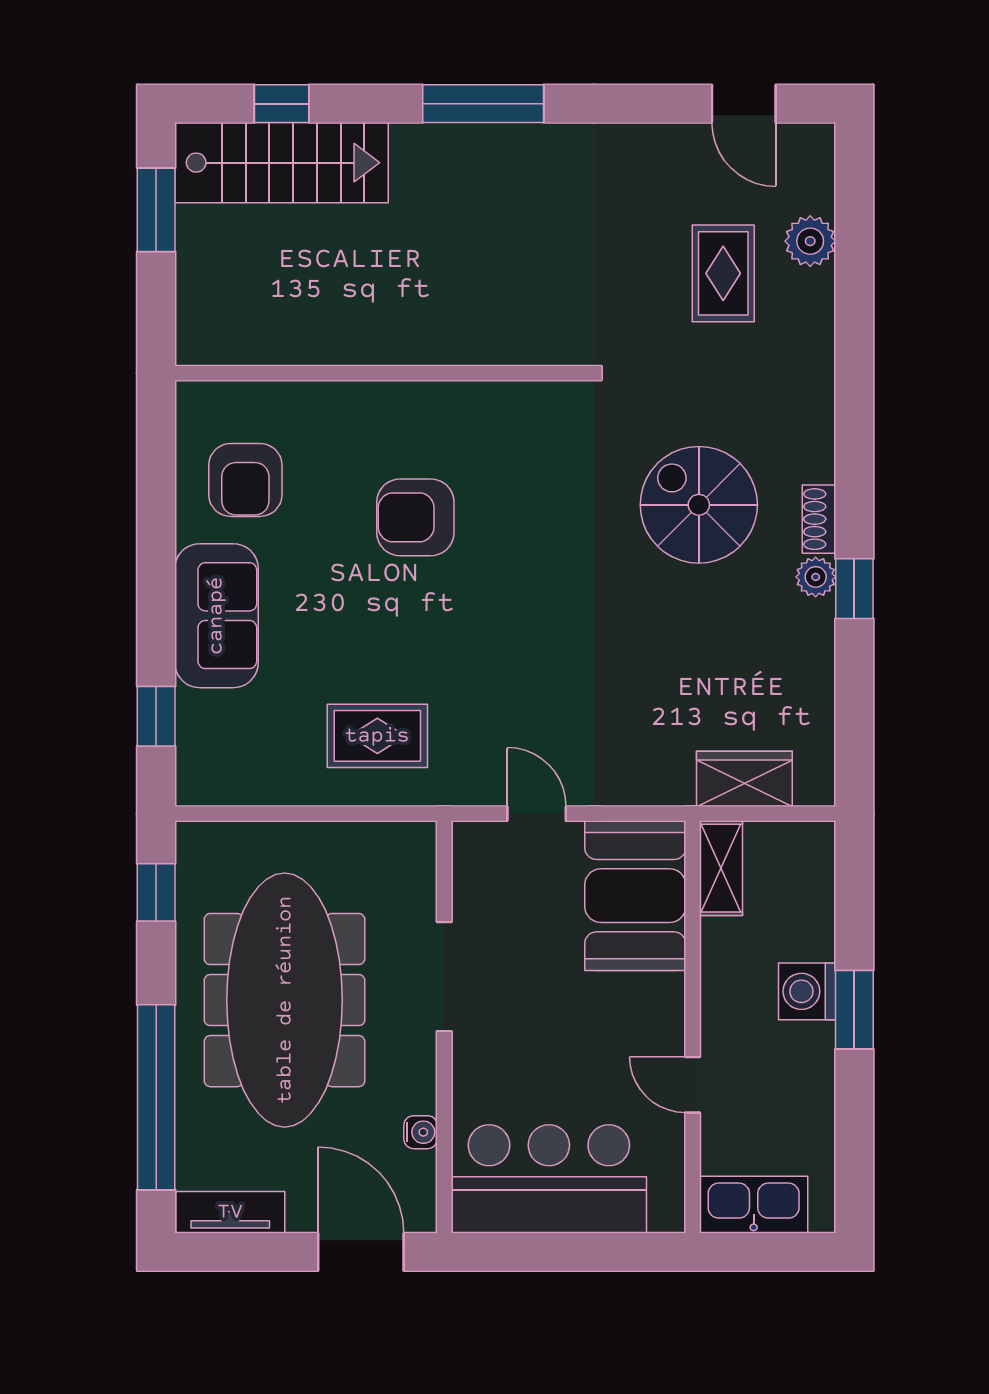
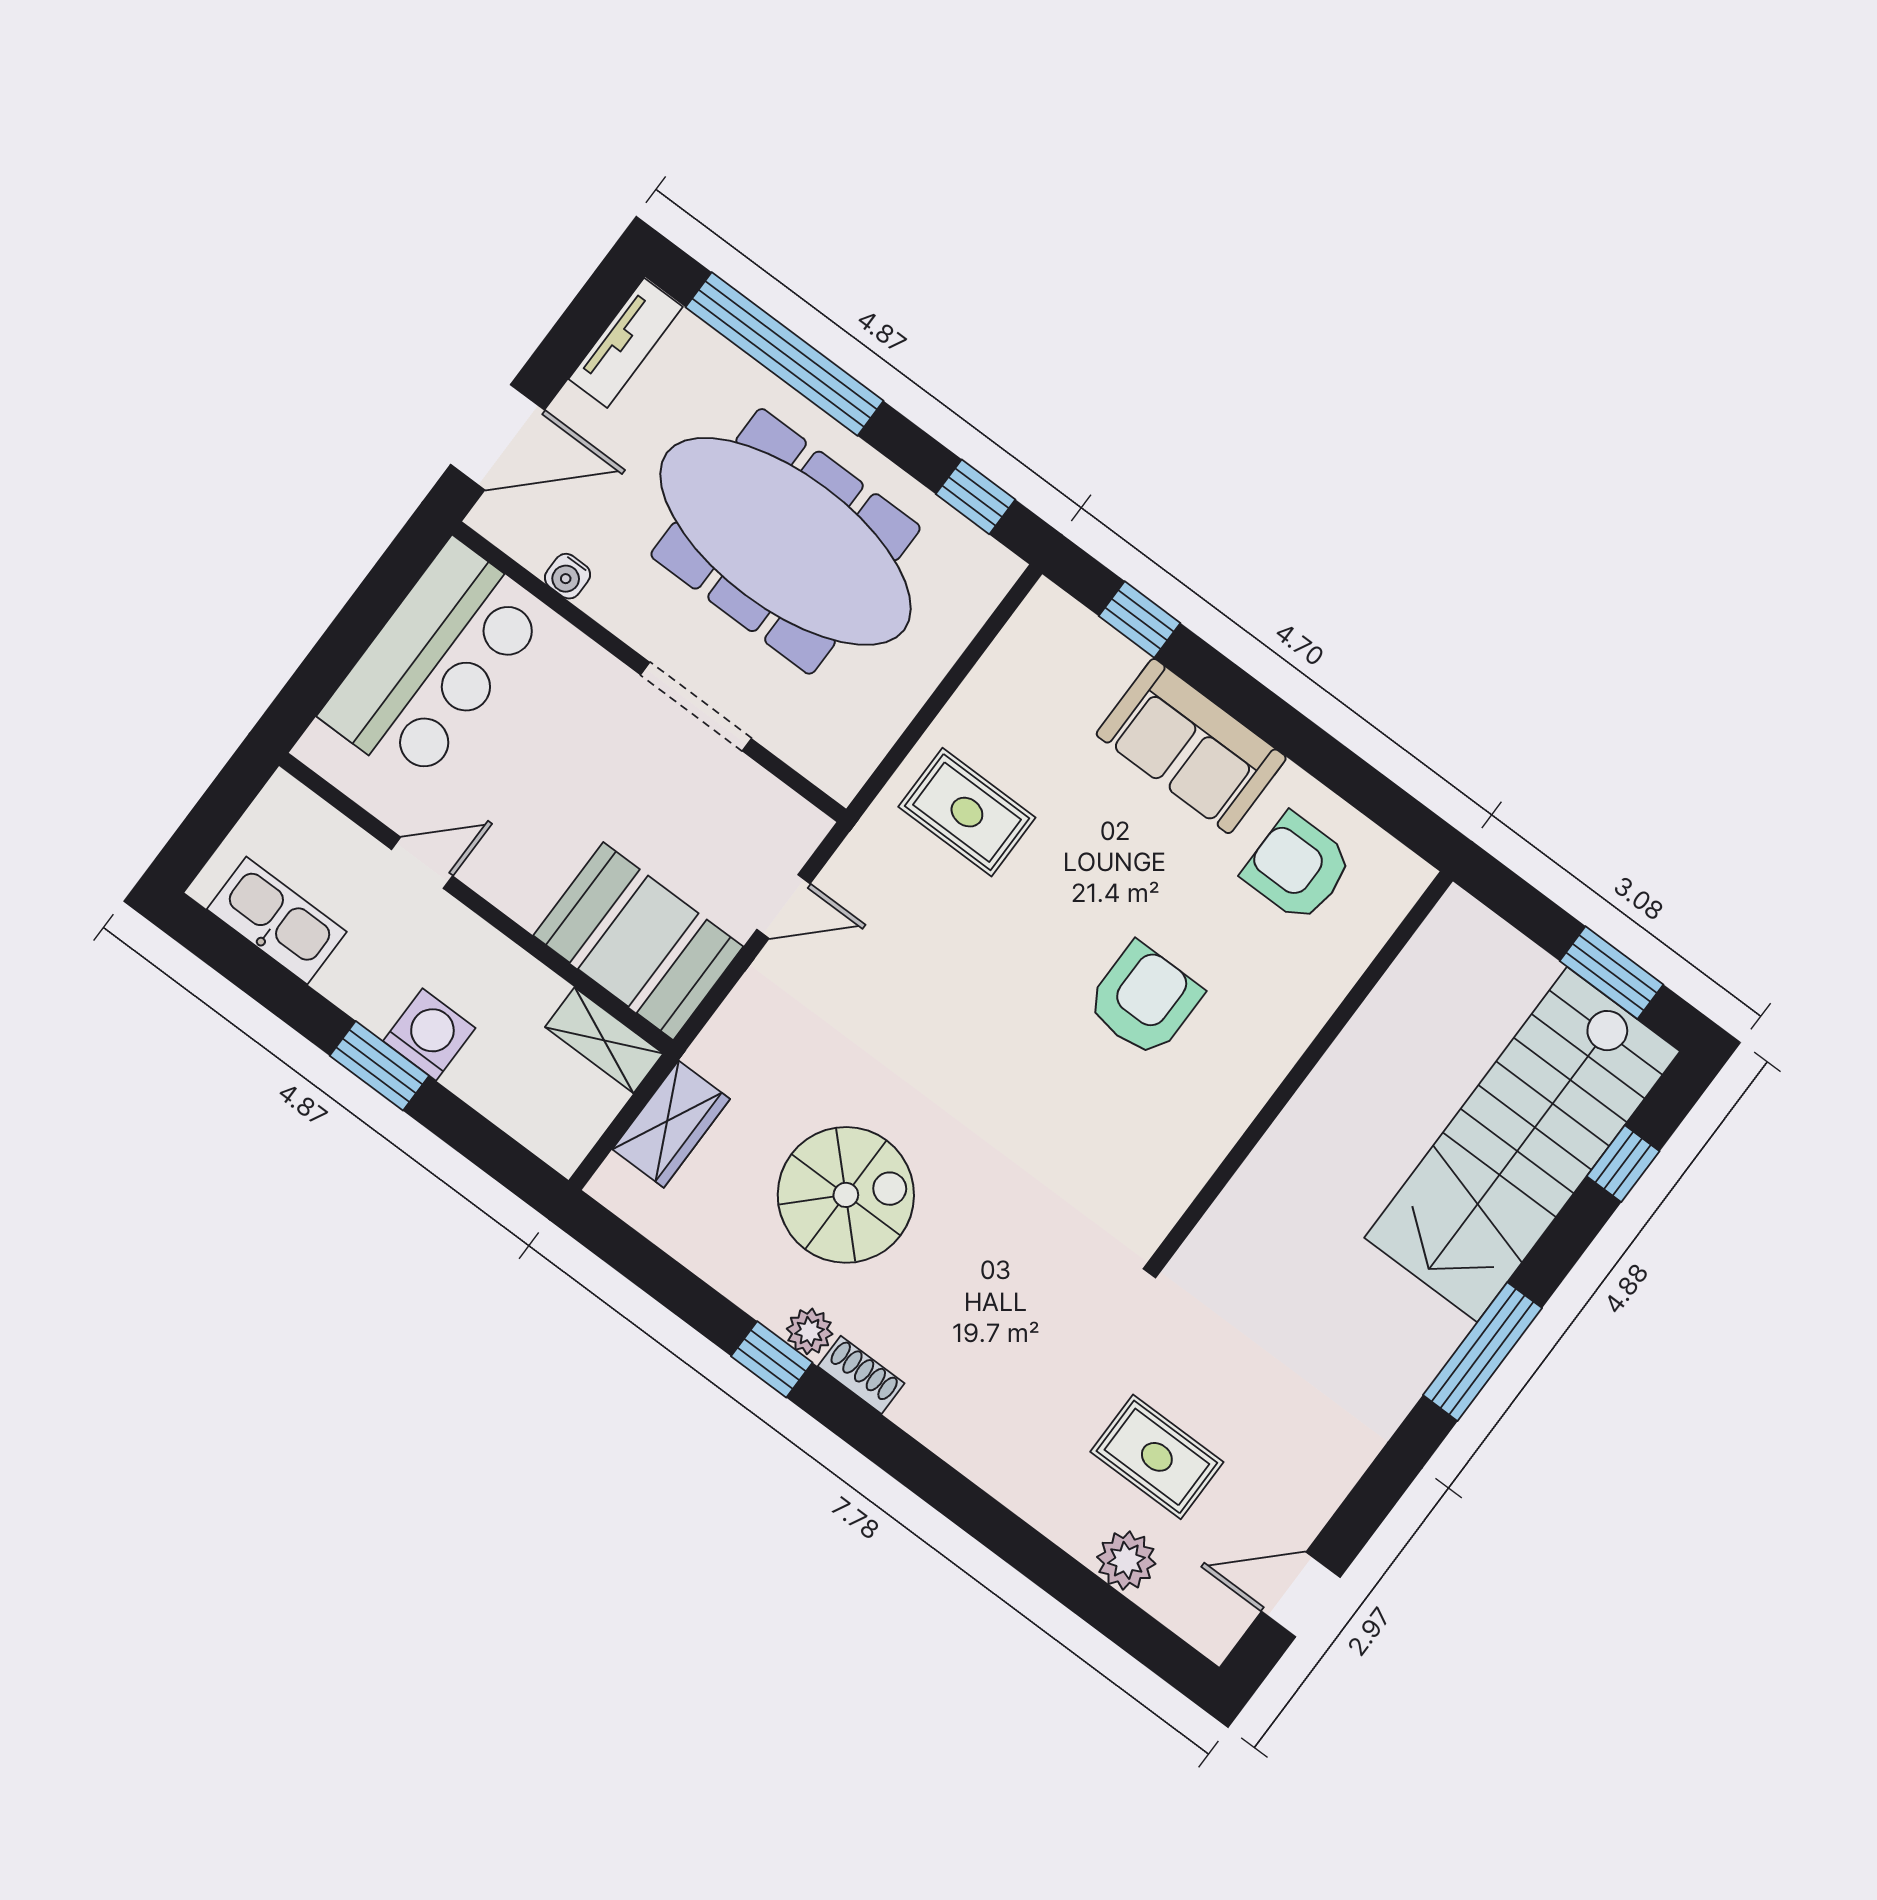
stairs: (281, 163) -> (1522, 1144), width x1.36, depth x1.51
spiral stairs: (699, 505) -> (846, 1195), moved
rug: (377, 736) -> (967, 812), turned 90
kitchen sink: (754, 1205) -> (277, 920), moved, turned -90

